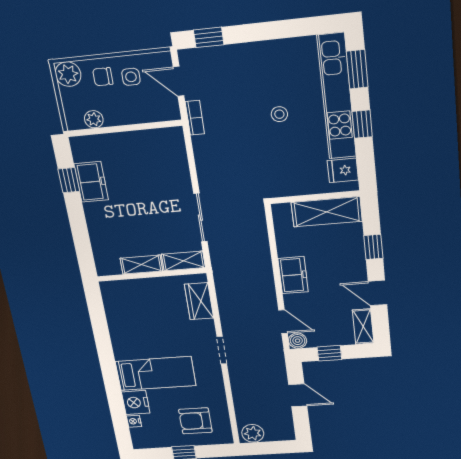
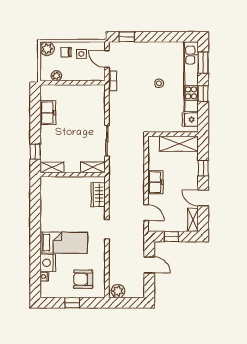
window: (69, 180) -> (35, 152), moved
shelving: (141, 265) -> (52, 167), moved
boiler: (298, 341) -> (153, 226), removed

